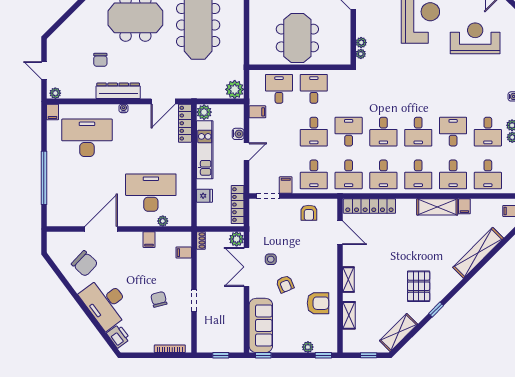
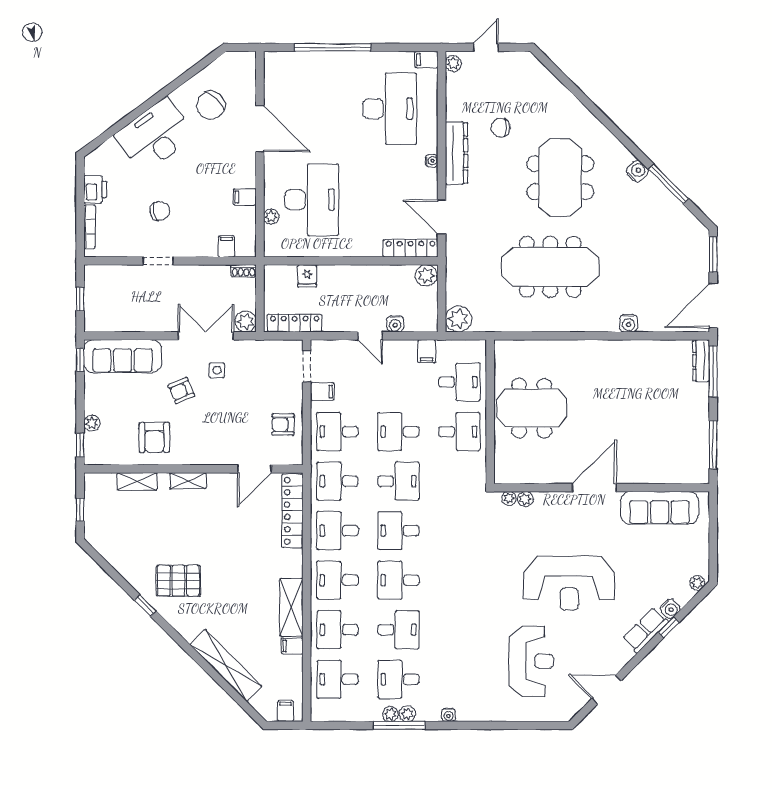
kitchen unit: (205, 150) -> (373, 276), removed
shelving: (399, 332) -> (113, 552), removed
printer: (118, 336) -> (95, 189), moved, turned -53

